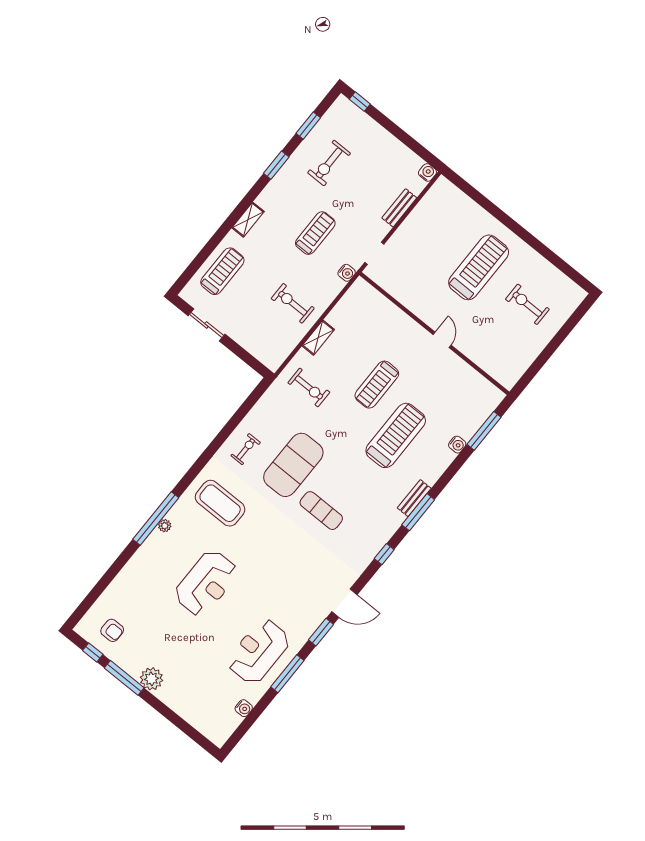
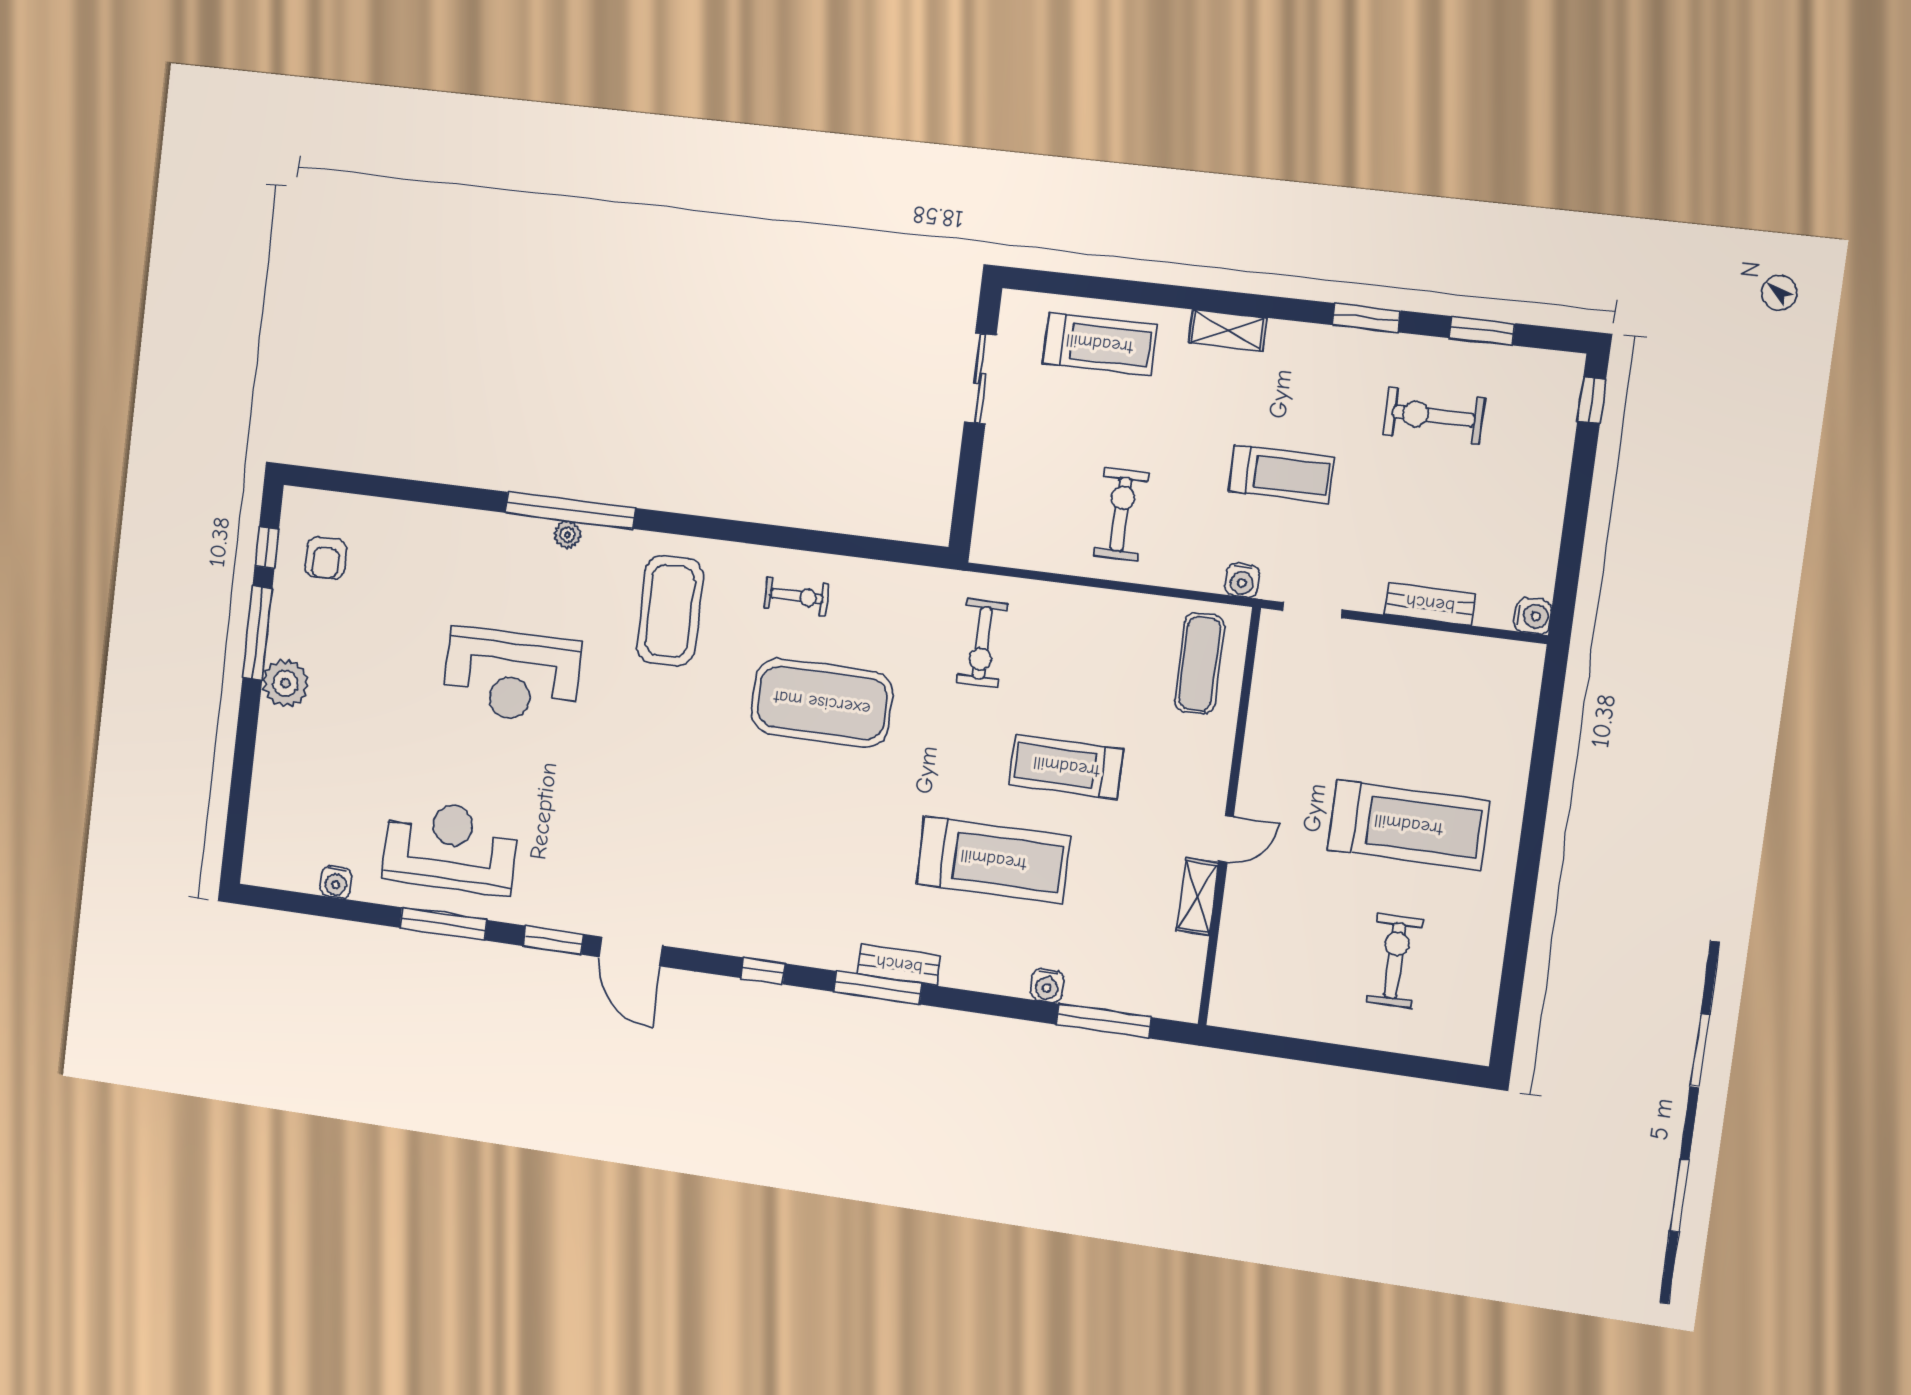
shelving: (318, 338) -> (1198, 897), moved, turned 90
exercise mat: (321, 511) -> (1200, 664), moved

